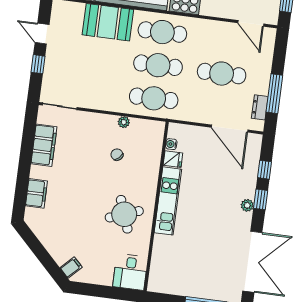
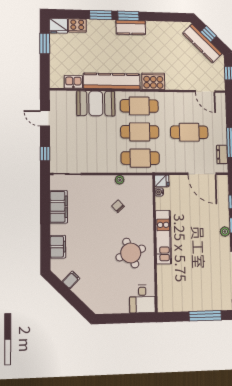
window: (38, 64) -> (45, 154), moved
fridge: (173, 159) -> (162, 181), moved
filing cabinet: (71, 267) -> (71, 280), moved

